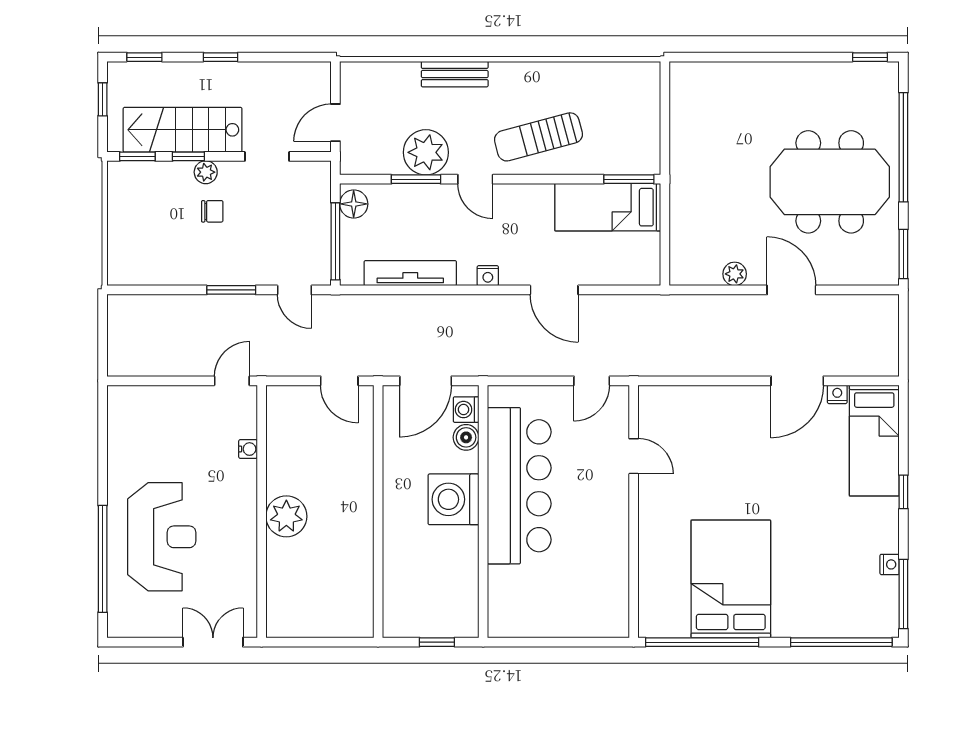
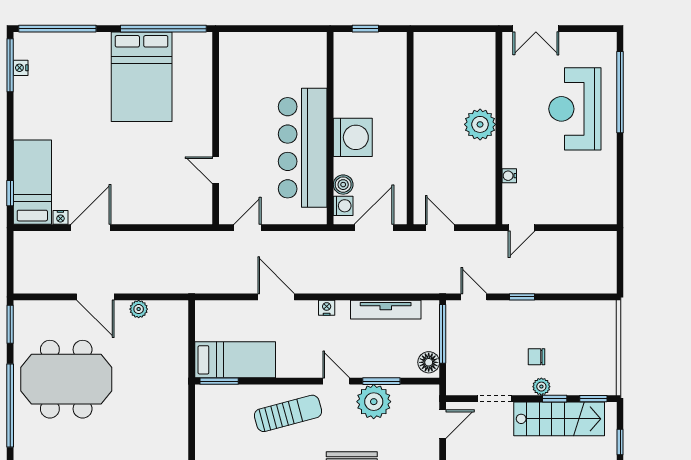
window: (231, 290) -> (522, 297), width x0.67
window: (903, 492) -> (10, 193), moved
nightstand: (890, 564) -> (21, 68), moved

